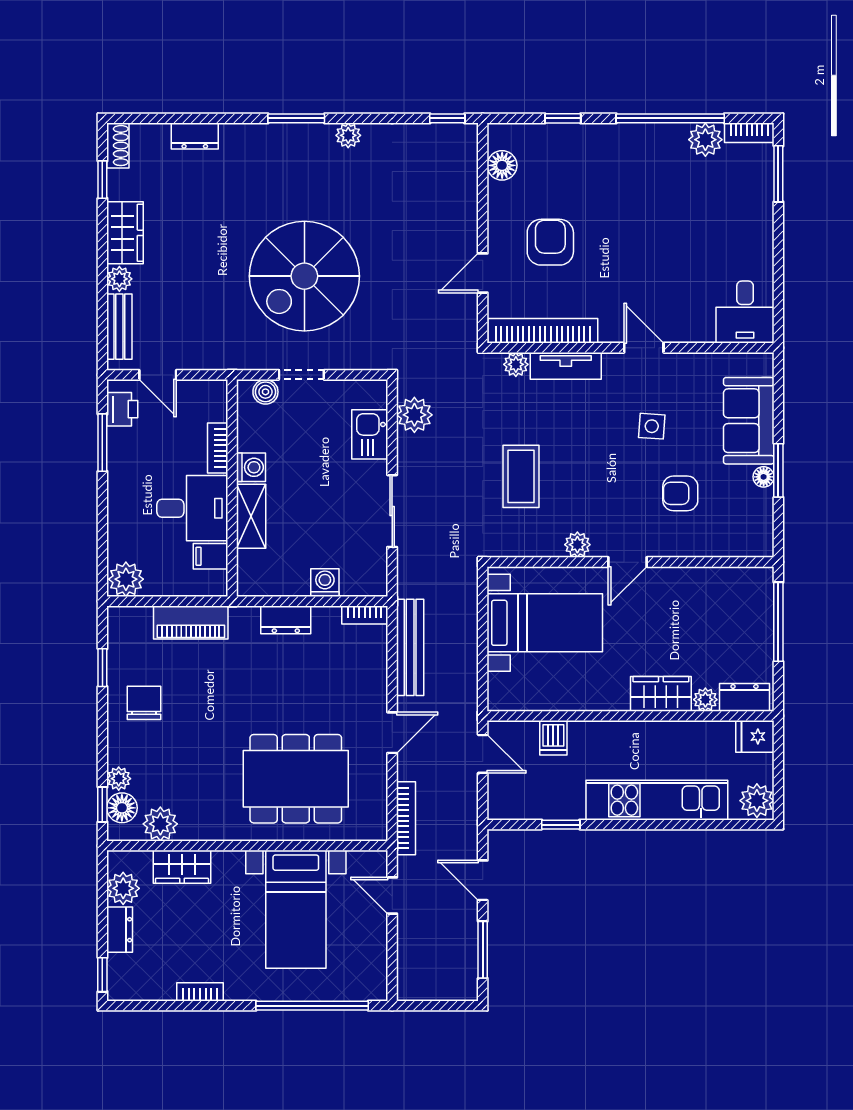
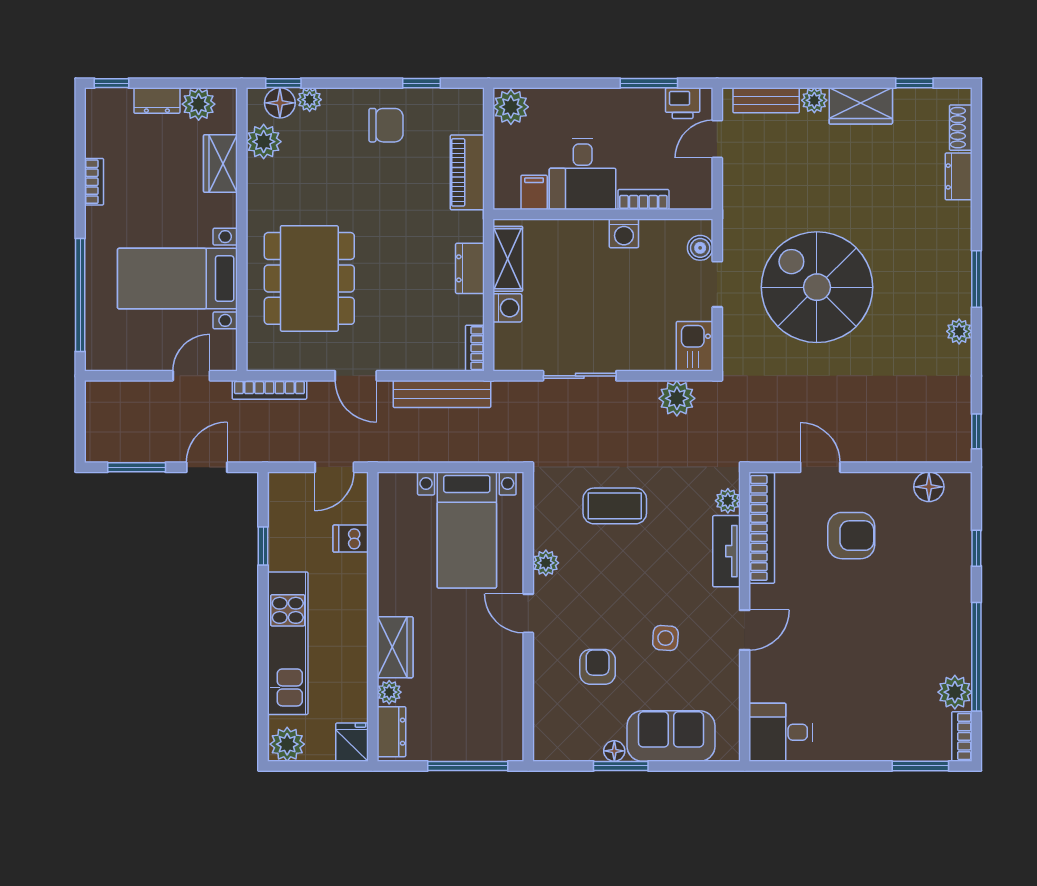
shoe rack: (118, 146) -> (961, 128), moved, turned 90
kitchen sink: (370, 434) -> (695, 346), moved, turned -90
shelving: (251, 516) -> (508, 259), moved, turned 90

